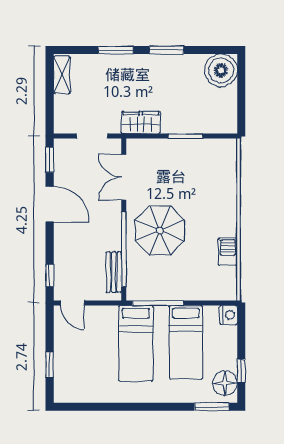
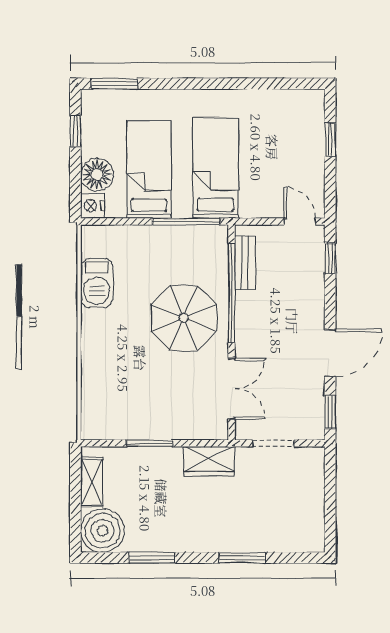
window: (166, 50) -> (152, 558), moved
shelving: (62, 75) -> (92, 482), moved
door: (50, 204) -> (330, 353), swing flipped
barbecue: (228, 252) -> (97, 283), width x1.38, depth x1.27
floor lamp: (225, 383) -> (97, 175), moved

